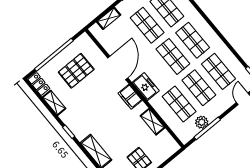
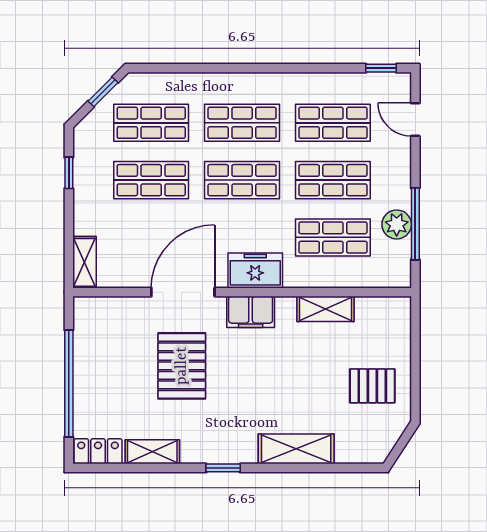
shelving: (109, 18) -> (84, 262), moved
door: (118, 68) -> (183, 292), hinge flipped
pallet: (76, 71) -> (182, 366), moved

